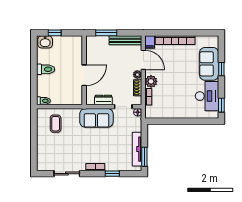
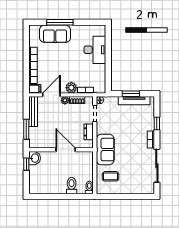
window: (55, 33) -> (26, 164), moved
washbasin: (45, 42) -> (35, 158), moved
toilet: (46, 69) -> (72, 186), moved
window: (221, 69) -> (60, 22), width x2.17
desk: (207, 96) -> (95, 50), moved, turned 90
window: (221, 105) -> (93, 22), removed
sofa: (96, 118) -> (105, 149), moved
window: (144, 157) -> (131, 94), moved
sliding door: (67, 174) -> (157, 166), width x1.37

